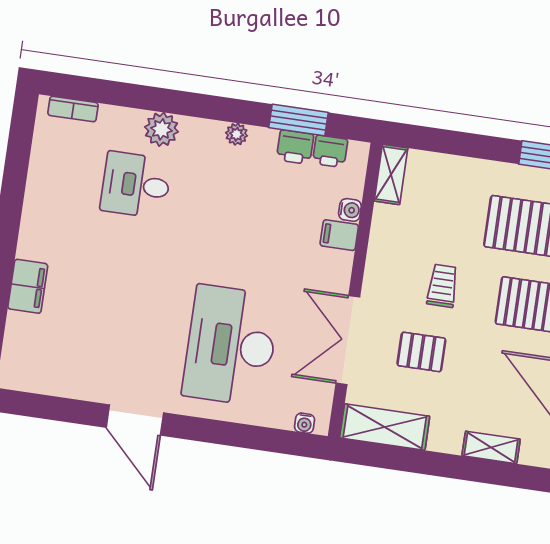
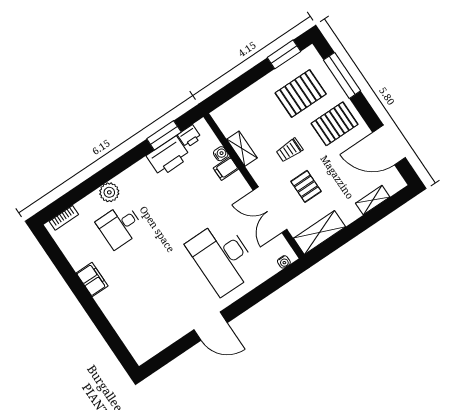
plant: (237, 134) -> (143, 165), removed
printer: (295, 147) -> (168, 156), width x1.87, depth x1.48
shelving: (391, 175) -> (242, 149), moved
filing cabinet: (28, 286) -> (92, 280), moved
trolley: (443, 286) -> (289, 150), turned -90
pallet: (421, 352) -> (306, 186), turned 90

